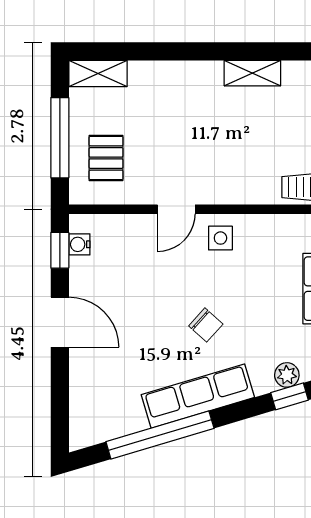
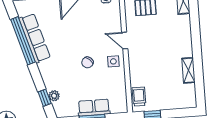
chair: (206, 325) -> (87, 62), moved
row of seats: (198, 396) -> (35, 38), moved

